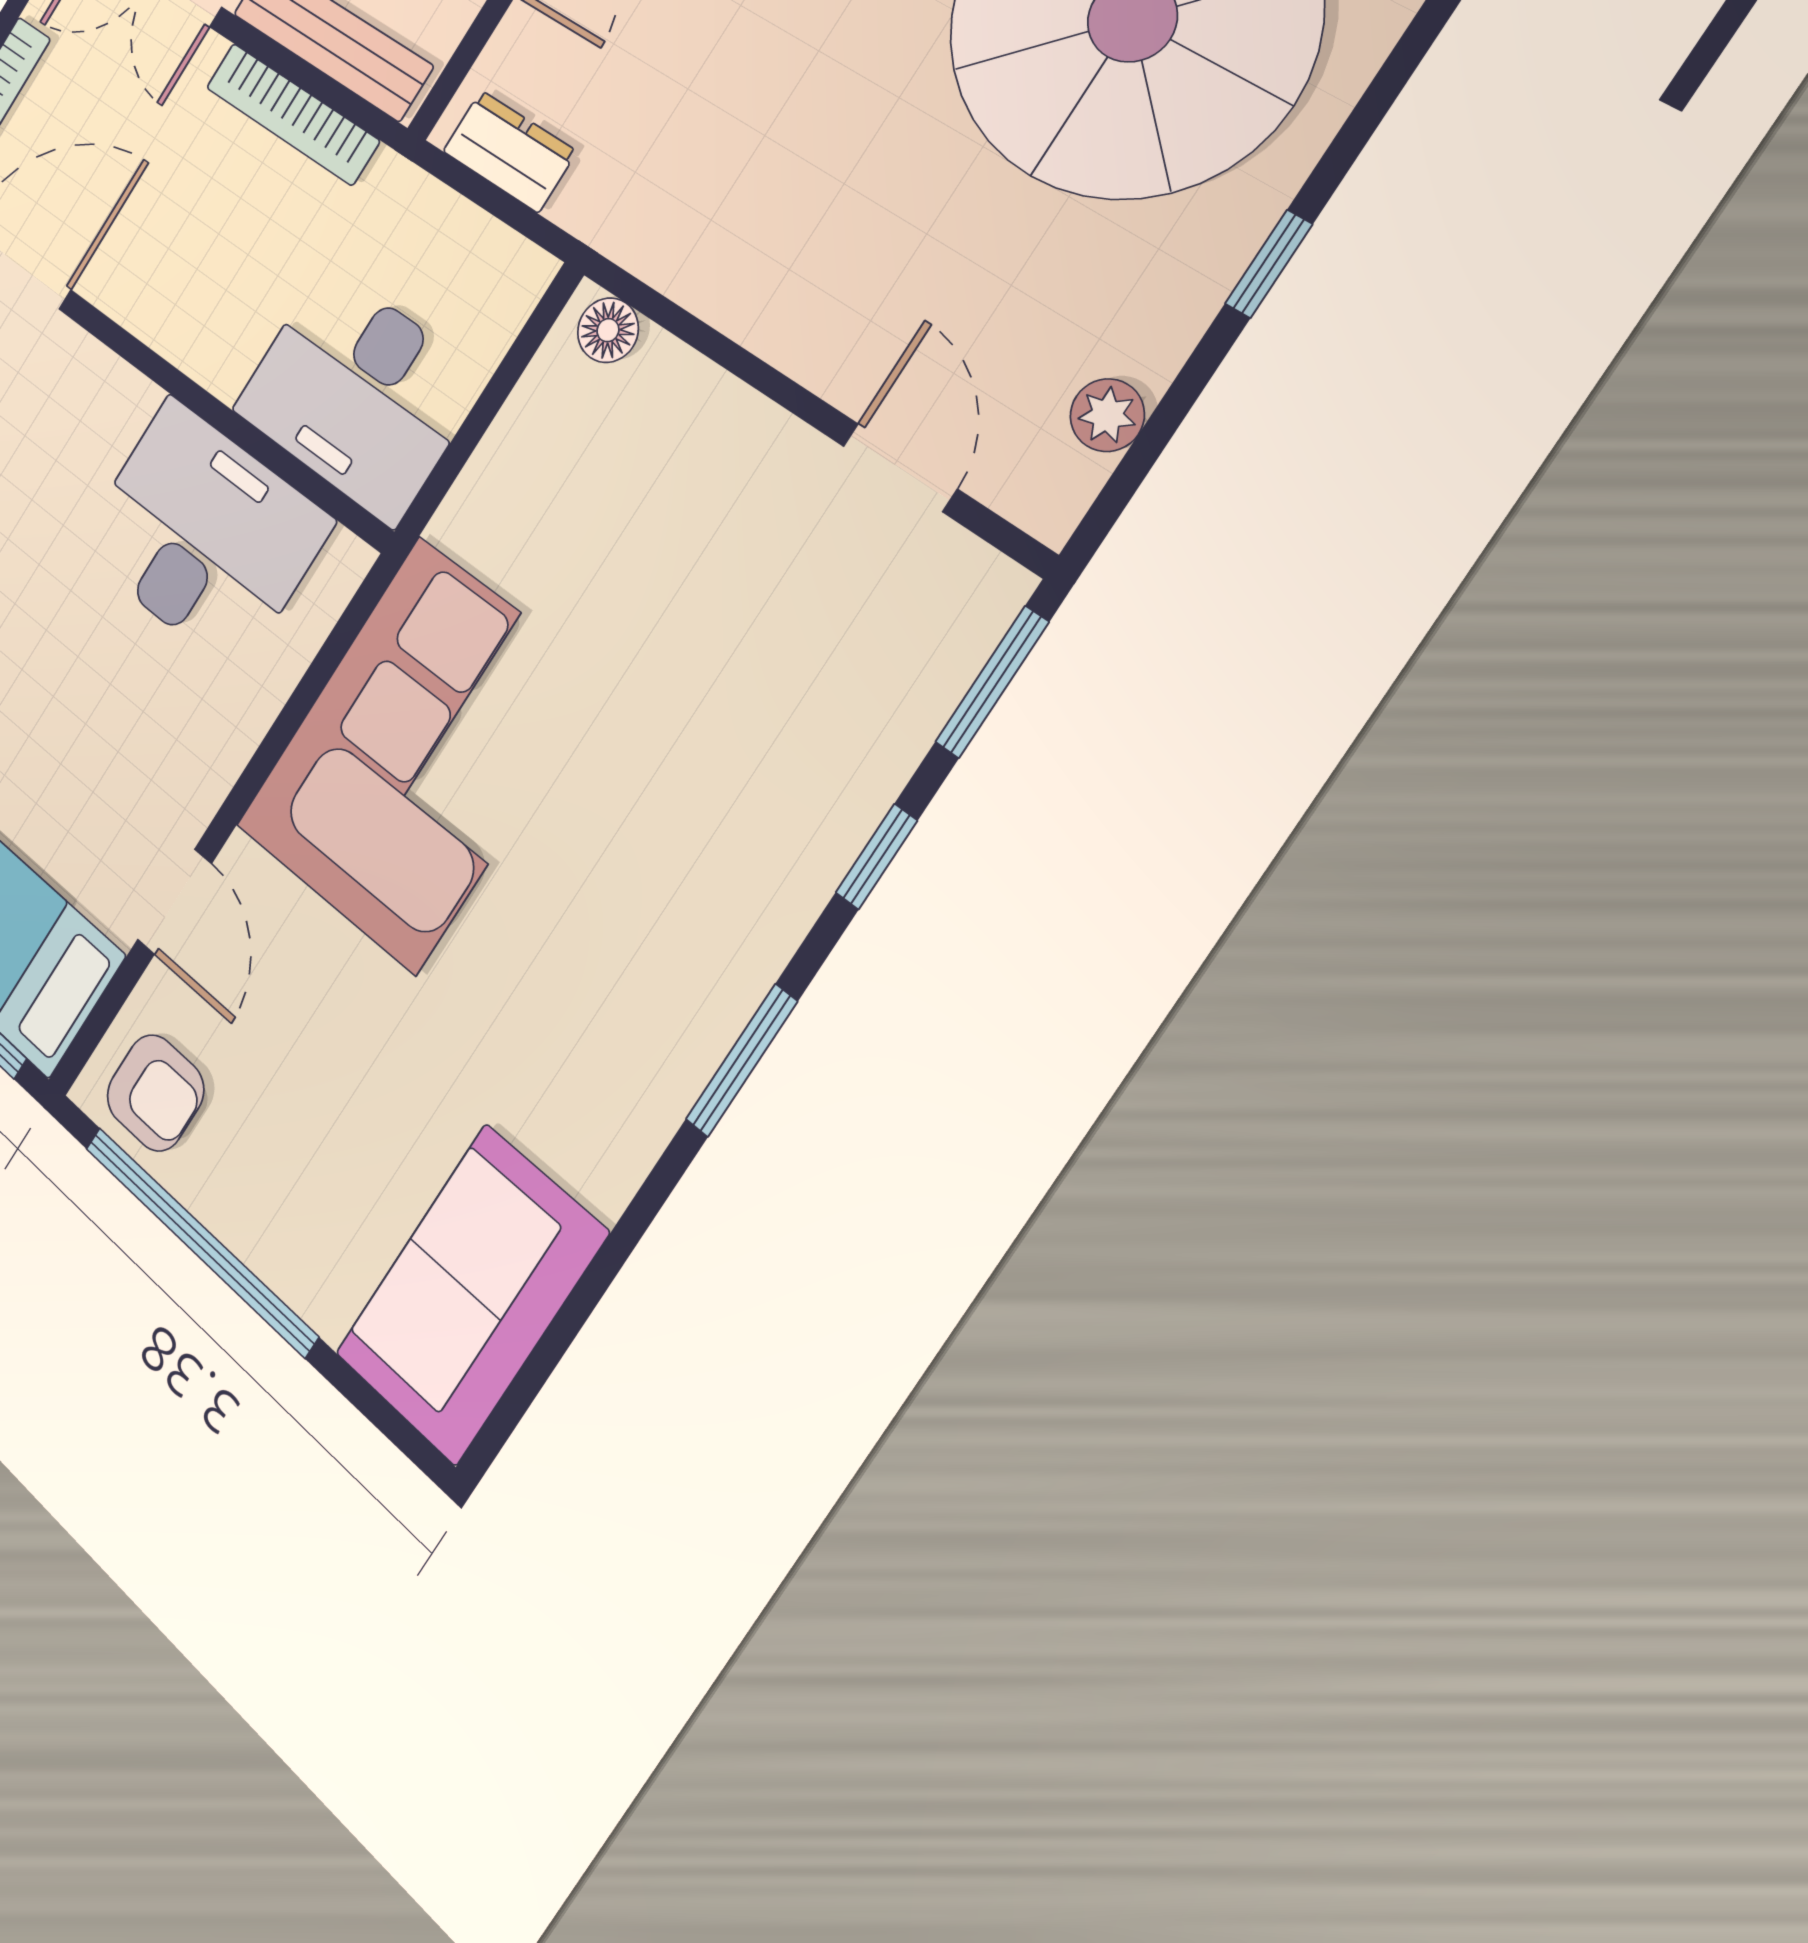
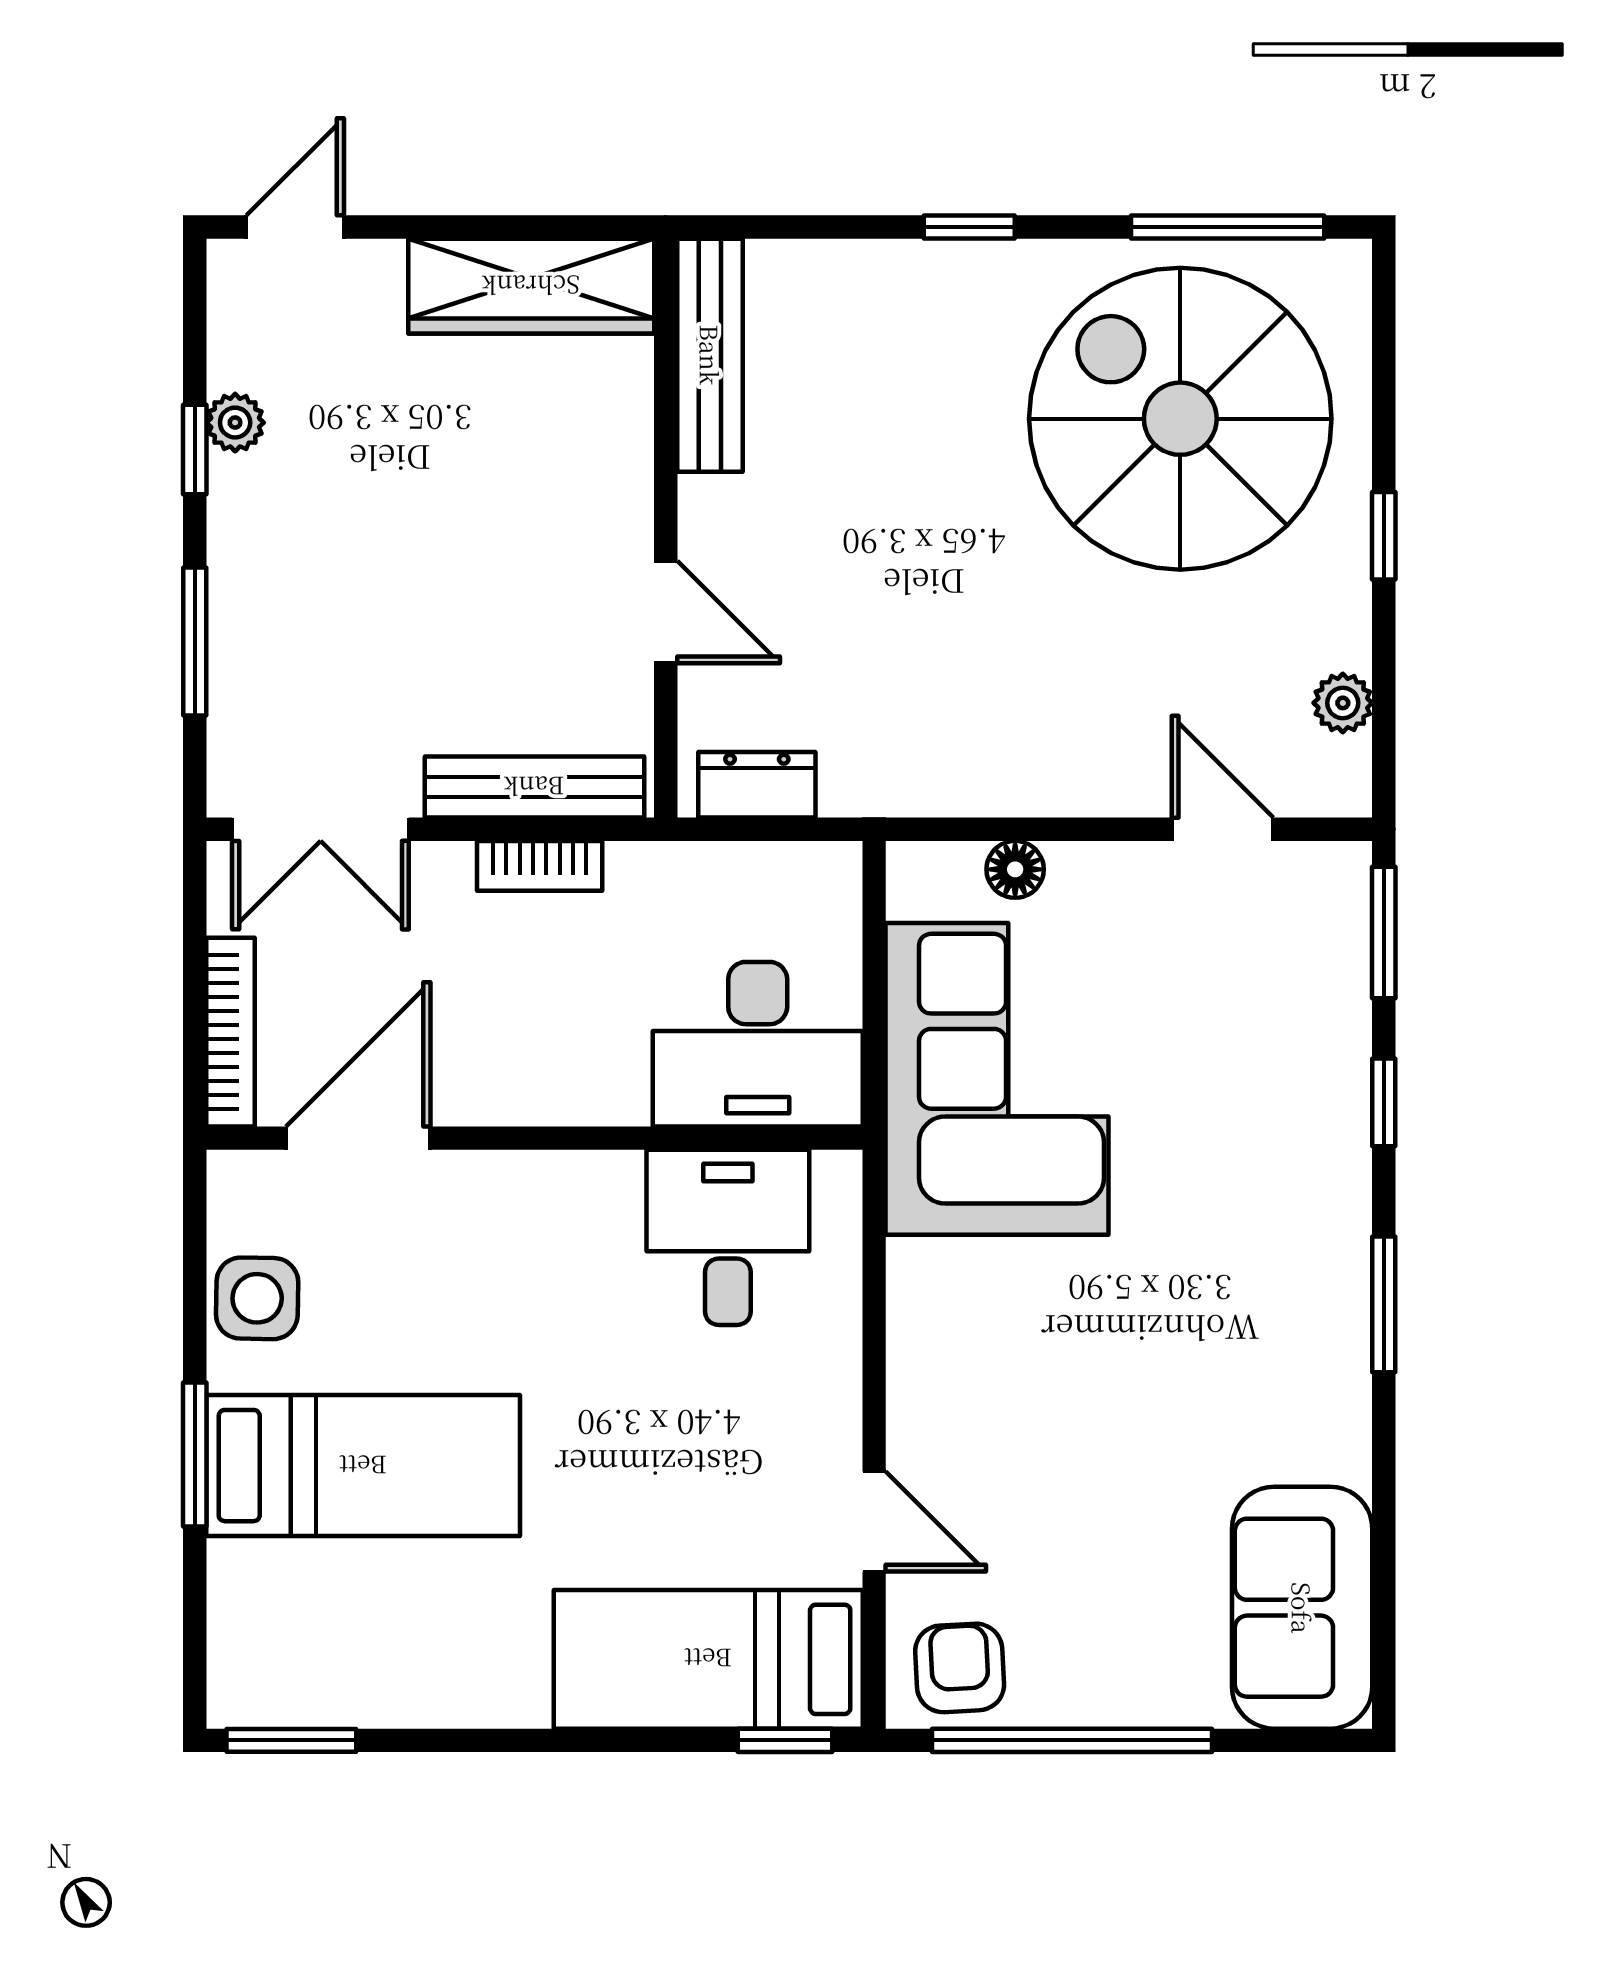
bookcase: (292, 114) -> (540, 866), width x0.64
floor lamp: (608, 330) -> (1015, 869), moved
desk: (203, 535) -> (728, 1237), width x0.73
corner sofa: (417, 753) -> (997, 1079), moved
armchair: (155, 1093) -> (960, 1668), turned -93

